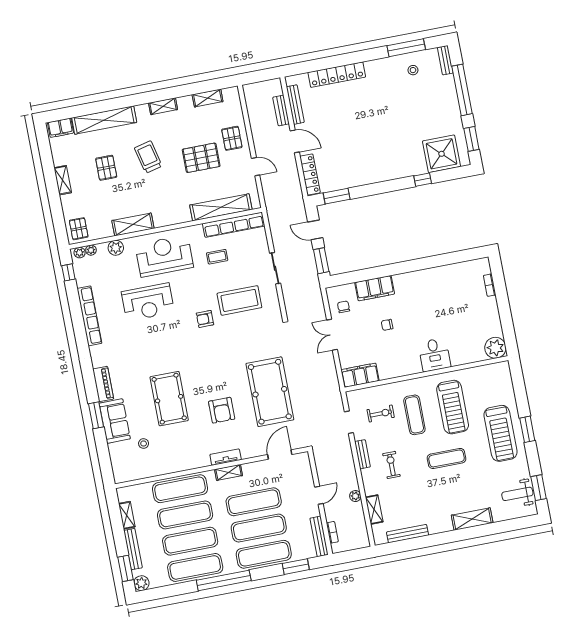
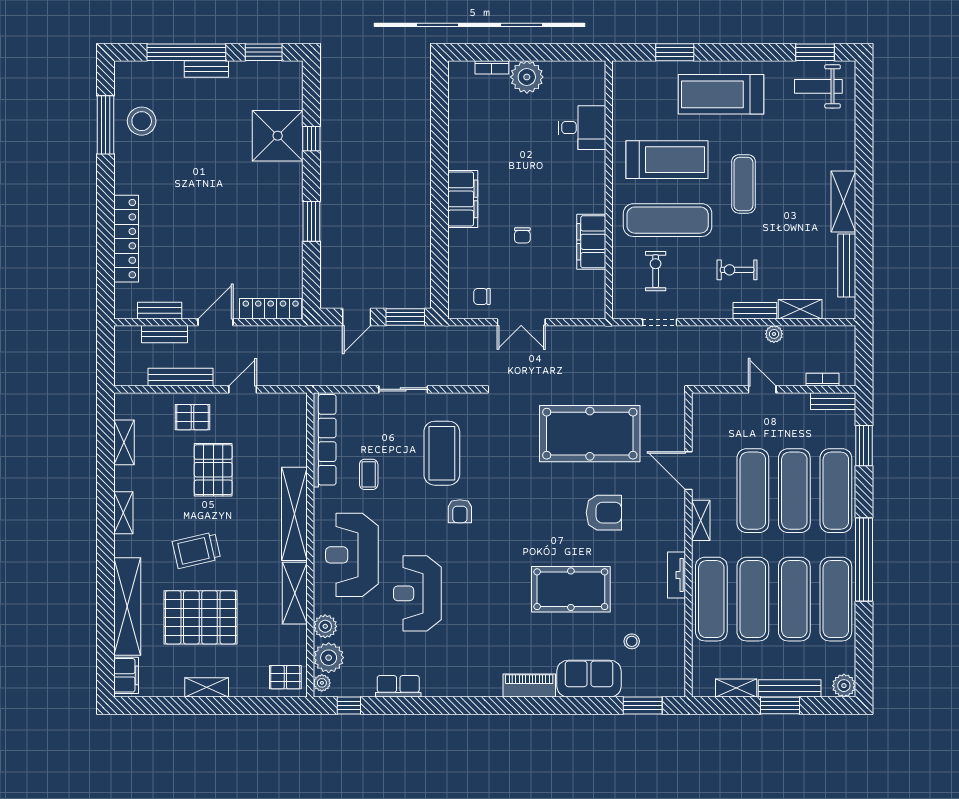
bench: (445, 60) -> (206, 69), moved
stool: (413, 70) -> (142, 121), width x1.89, depth x1.89
bench: (295, 105) -> (160, 311), width x0.73
bench: (256, 126) -> (181, 377), added
shower: (442, 154) -> (278, 136), moved
pallet: (106, 168) -> (200, 617), width x2.05, depth x2.00
window: (337, 196) -> (311, 221), moved
shelving: (221, 207) -> (294, 514), moved
plant: (91, 250) -> (329, 658), width x1.88, depth x1.88
filing cabinet: (375, 288) -> (463, 199), moved
reception desk: (148, 302) -> (417, 593), turned 180
row of seats: (89, 316) -> (398, 686), width x0.50
plant: (495, 348) -> (527, 77), moved
desk: (434, 355) -> (582, 128), moved
filing cabinet: (360, 375) -> (591, 242), moved
window: (96, 415) -> (643, 706), moved
exercise mat: (414, 415) -> (668, 220), width x1.36, depth x1.45
window: (527, 429) -> (675, 52), moved
treadmill: (500, 433) -> (721, 94), turned 180
bench: (363, 454) -> (755, 311), moved
door: (280, 455) -> (689, 471), moved
tv unit: (226, 457) -> (676, 575), moved
weight bench: (517, 494) -> (818, 86), turned 90
shelving: (472, 519) -> (843, 201), moved
bench: (319, 536) -> (833, 401), width x0.73
window: (125, 568) -> (780, 706), moved

